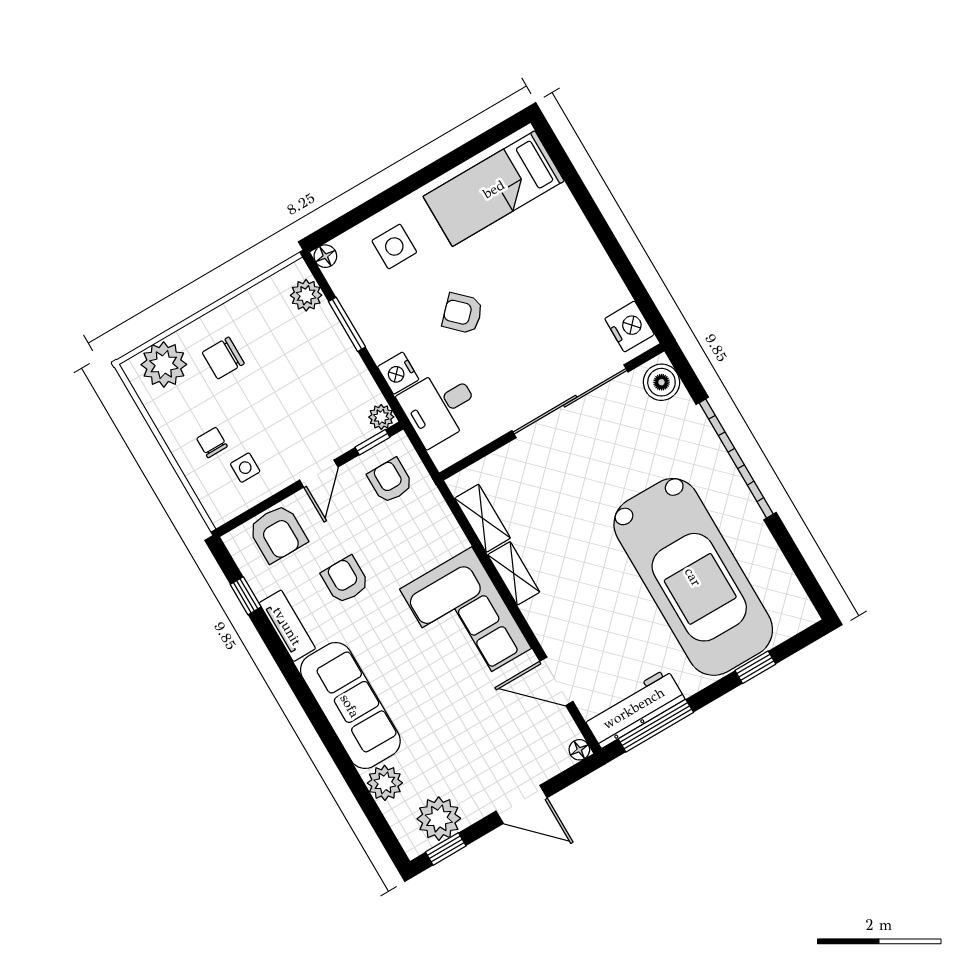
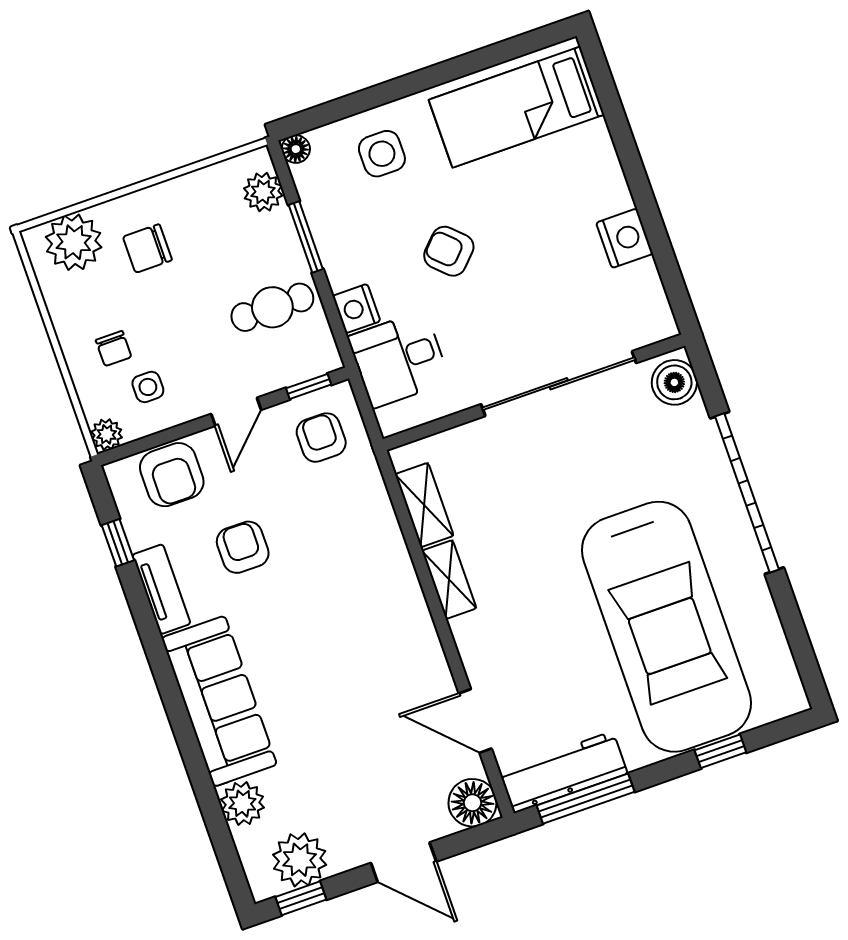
nightstand: (629, 327) -> (625, 238), moved
cafe table: (331, 385) -> (272, 307), added
plant: (381, 417) -> (107, 434), moved
chair: (212, 442) -> (114, 348), turned 180
corner sofa: (466, 619) -> (380, 623), removed
floor lamp: (579, 750) -> (473, 803), width x1.89, depth x1.89

